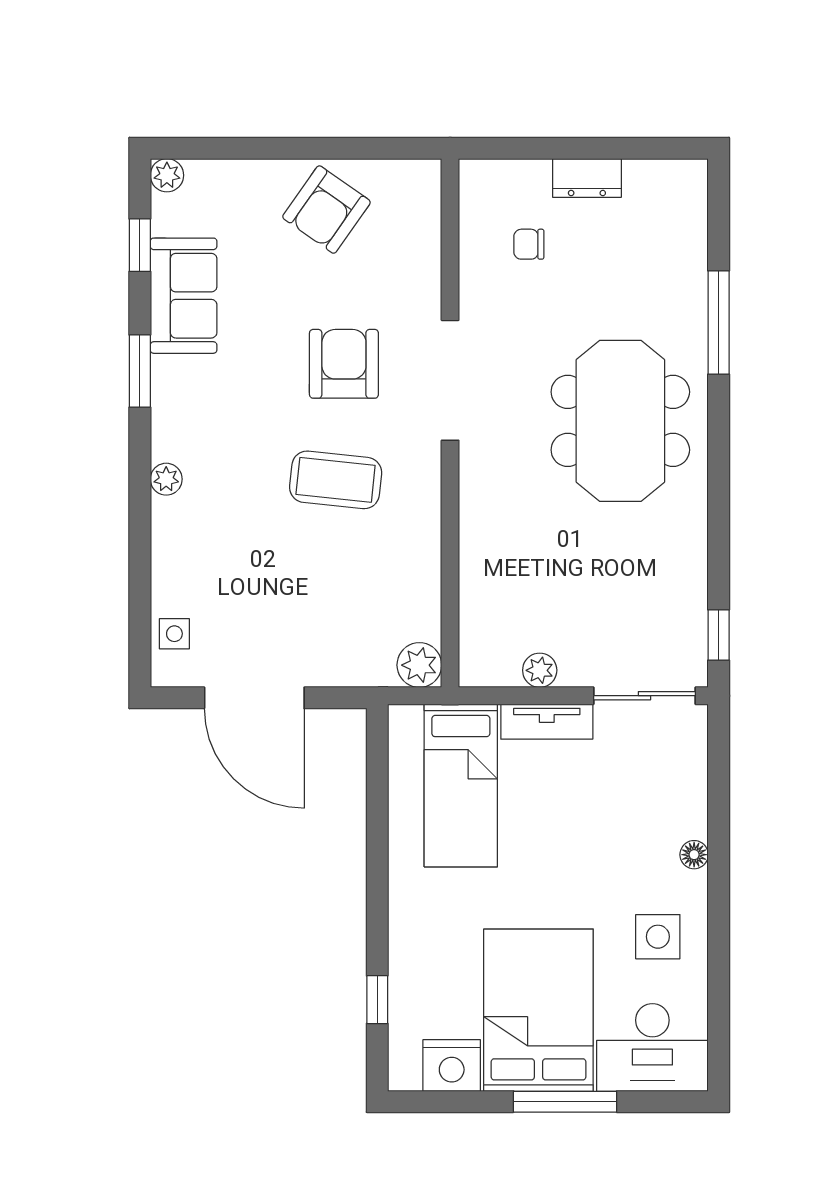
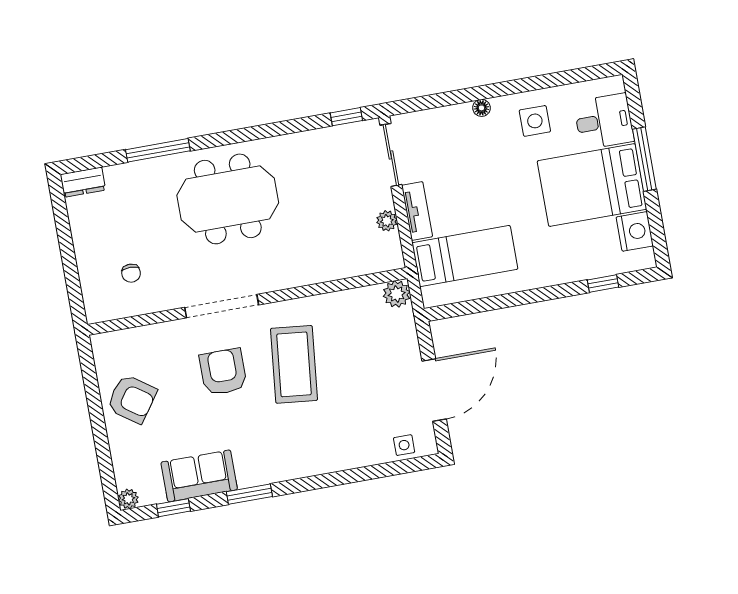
dresser: (587, 178) -> (83, 182), moved, turned 90
armchair: (344, 364) -> (223, 372), turned 90
plant: (166, 479) -> (312, 467), removed
coffee table: (336, 480) -> (294, 364), width x1.36, depth x1.32
desk: (652, 1047) -> (604, 121), width x0.73

